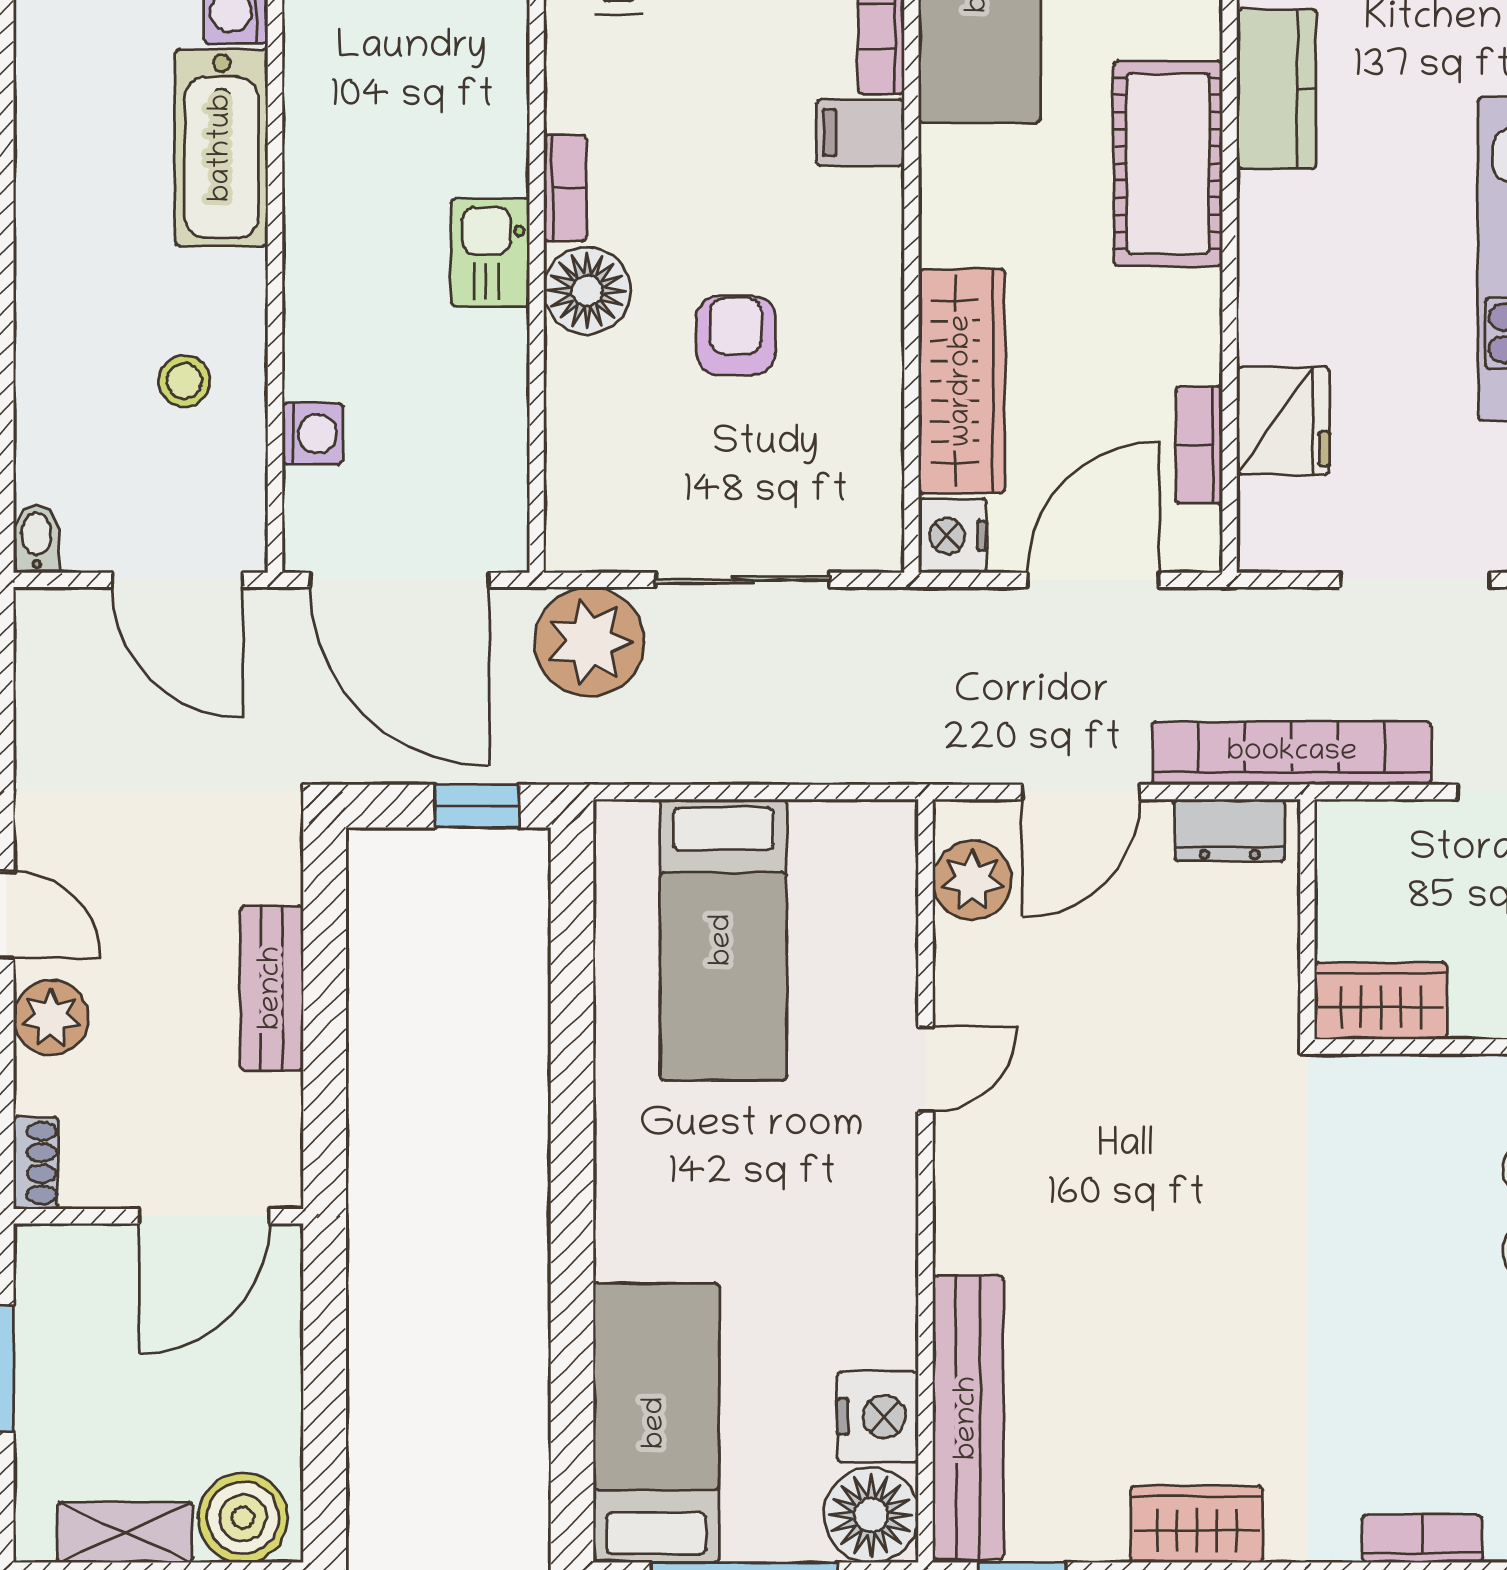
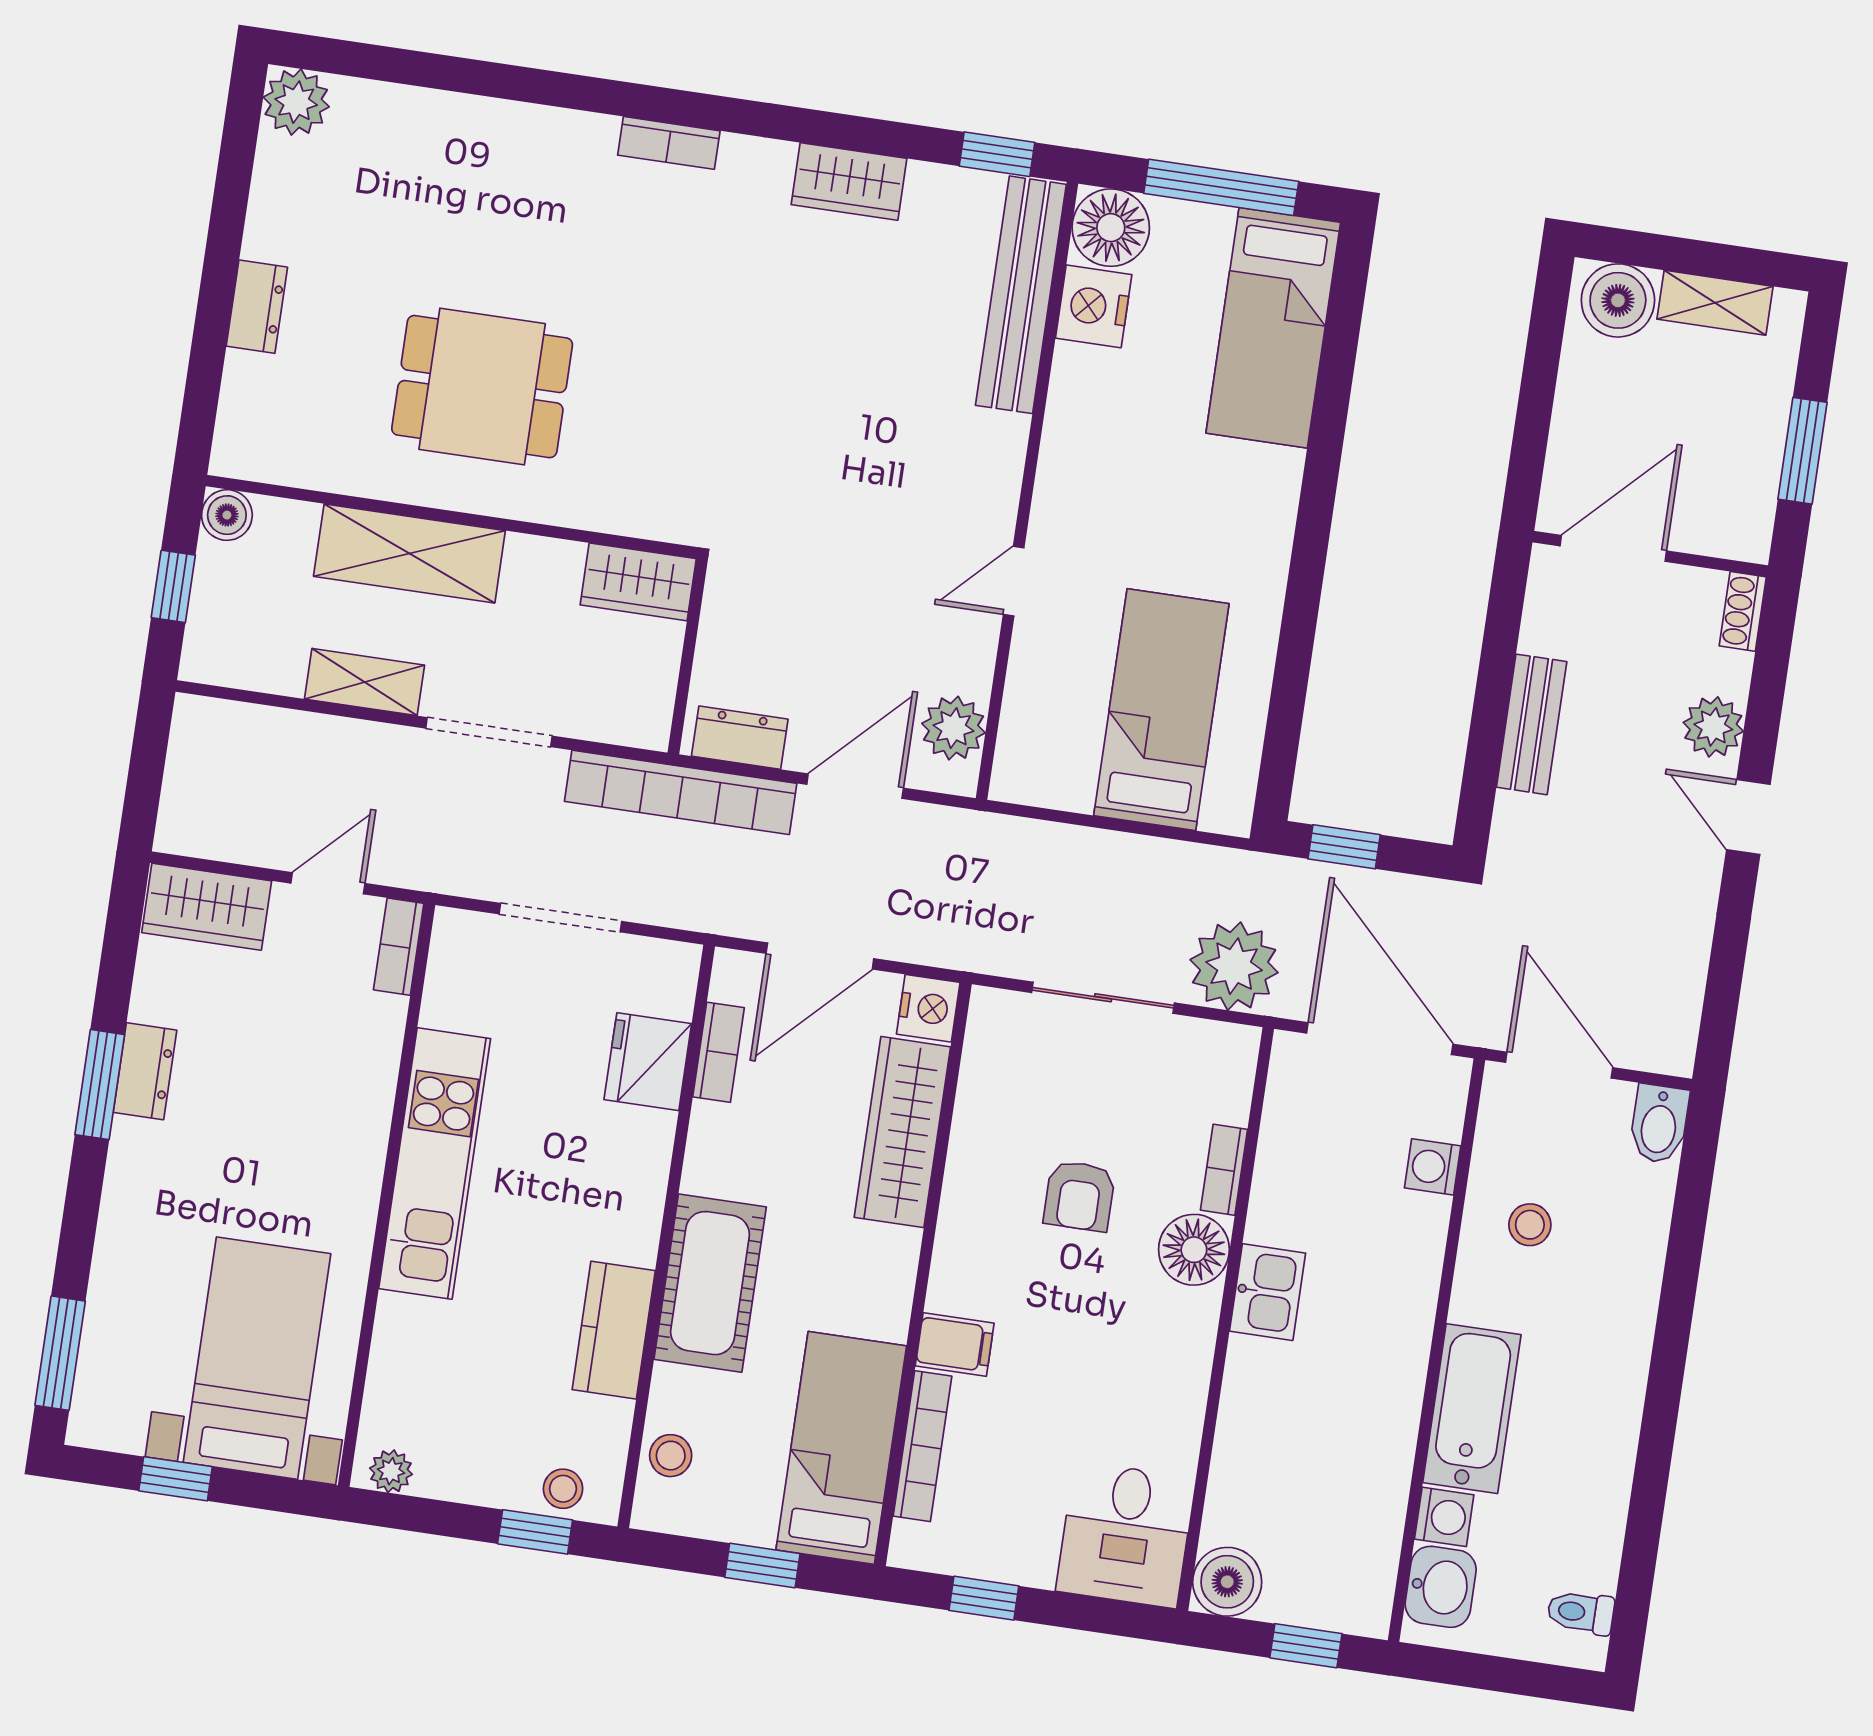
bookcase: (565, 188) -> (1224, 1170), moved
bidet: (37, 539) -> (1659, 1124), width x1.38, depth x1.36

